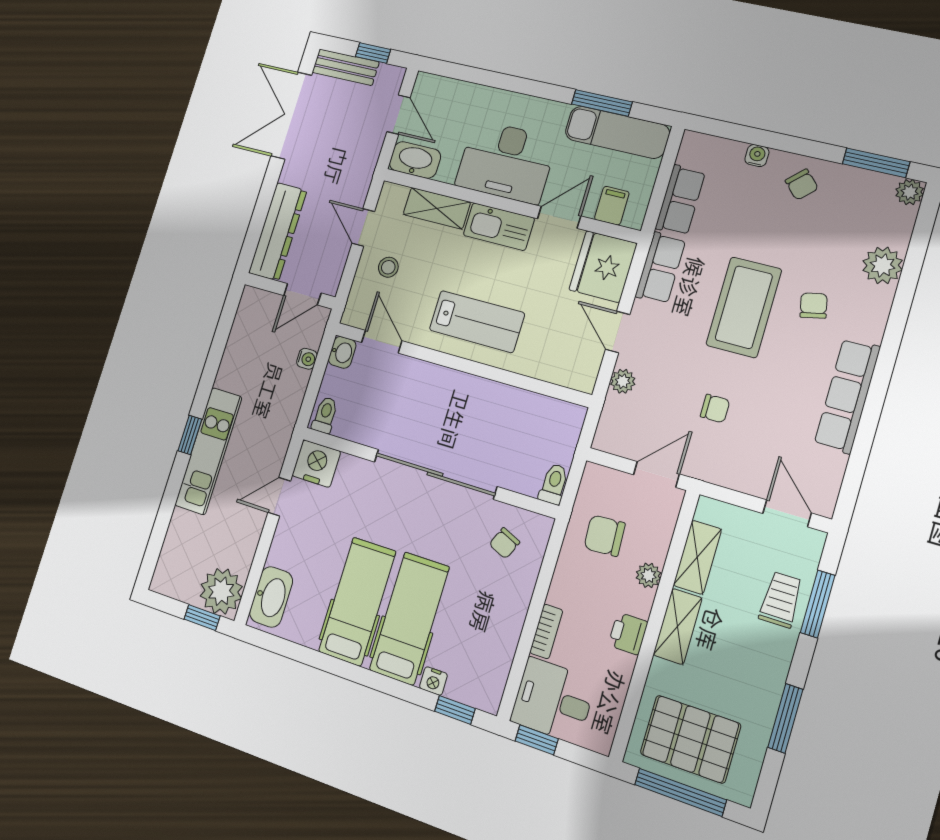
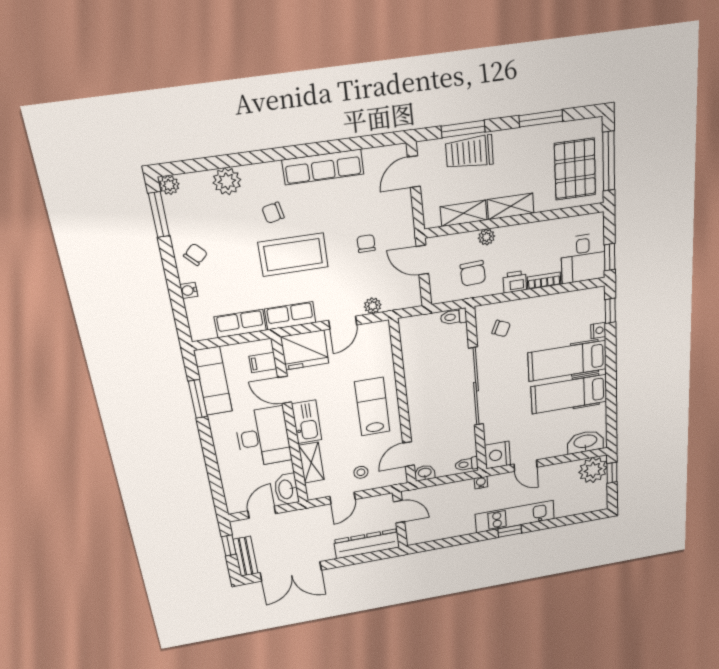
water cooler: (307, 359) -> (481, 483), moved
trolley: (781, 600) -> (469, 152), width x1.36, depth x1.39
printer: (628, 634) -> (515, 282), moved, turned 180

